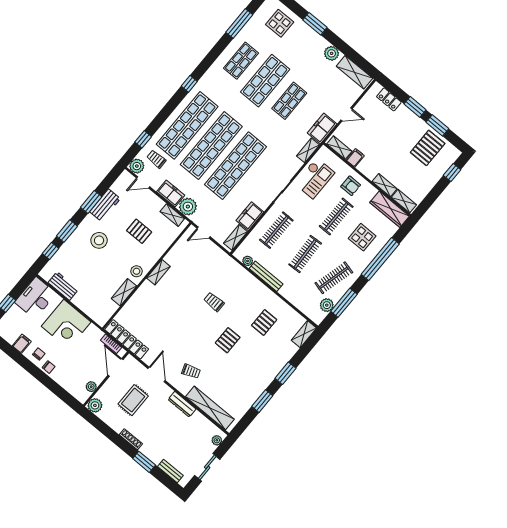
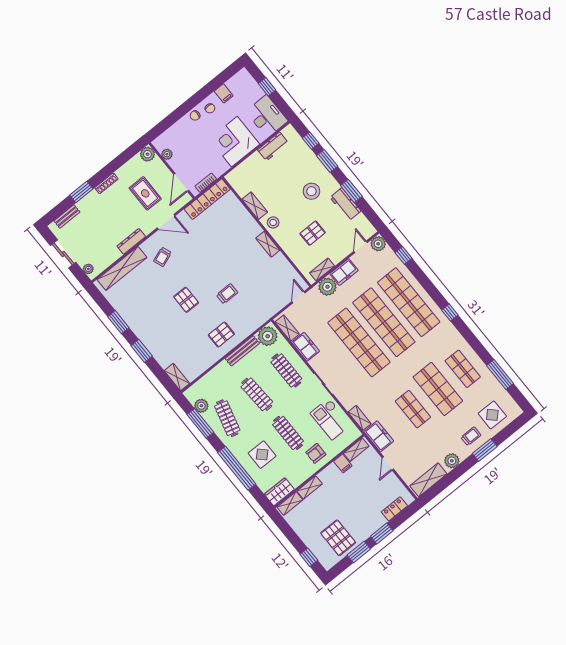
trolley: (156, 159) -> (471, 436), moved
wardrobe: (390, 209) -> (279, 492), width x0.67
plant: (248, 261) -> (268, 336), width x1.87, depth x1.87
pallet: (264, 323) -> (221, 335), moved, turned 90
door: (116, 367) -> (181, 182), swing flipped

